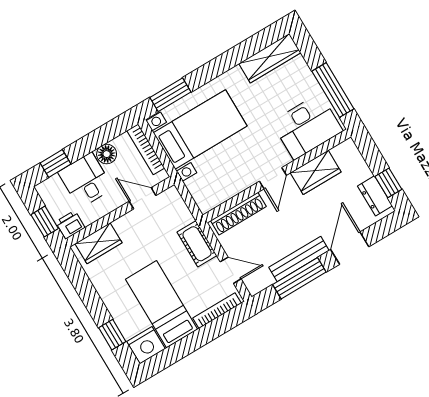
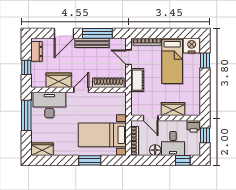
wardrobe: (270, 58) -> (42, 149), width x0.67
window: (170, 95) -> (90, 160), moved
window: (388, 183) -> (26, 67), moved
wardrobe: (99, 243) -> (173, 109), moved

